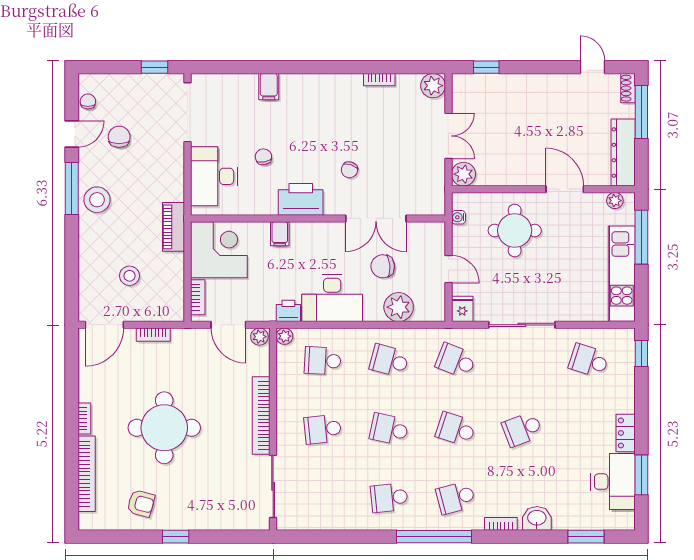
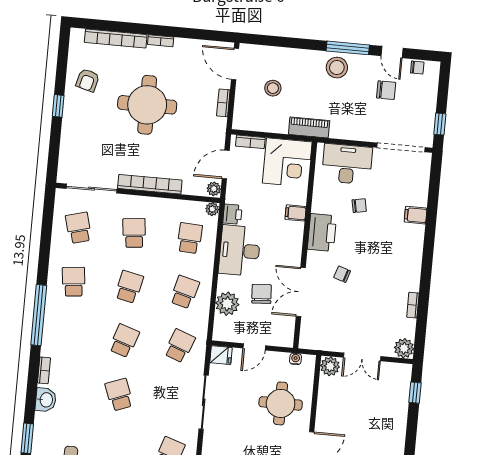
school desk: (456, 498) -> (79, 228), moved

